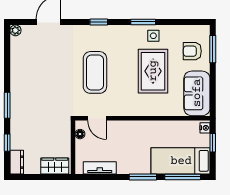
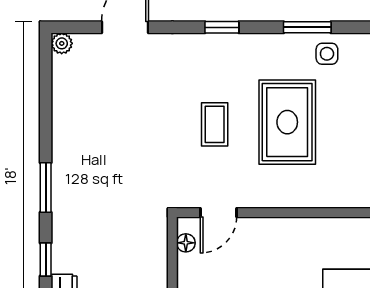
rug: (153, 71) -> (287, 122), moved
coffee table: (95, 72) -> (215, 124), width x0.54, depth x0.58
door: (97, 118) -> (219, 213), hinge flipped

